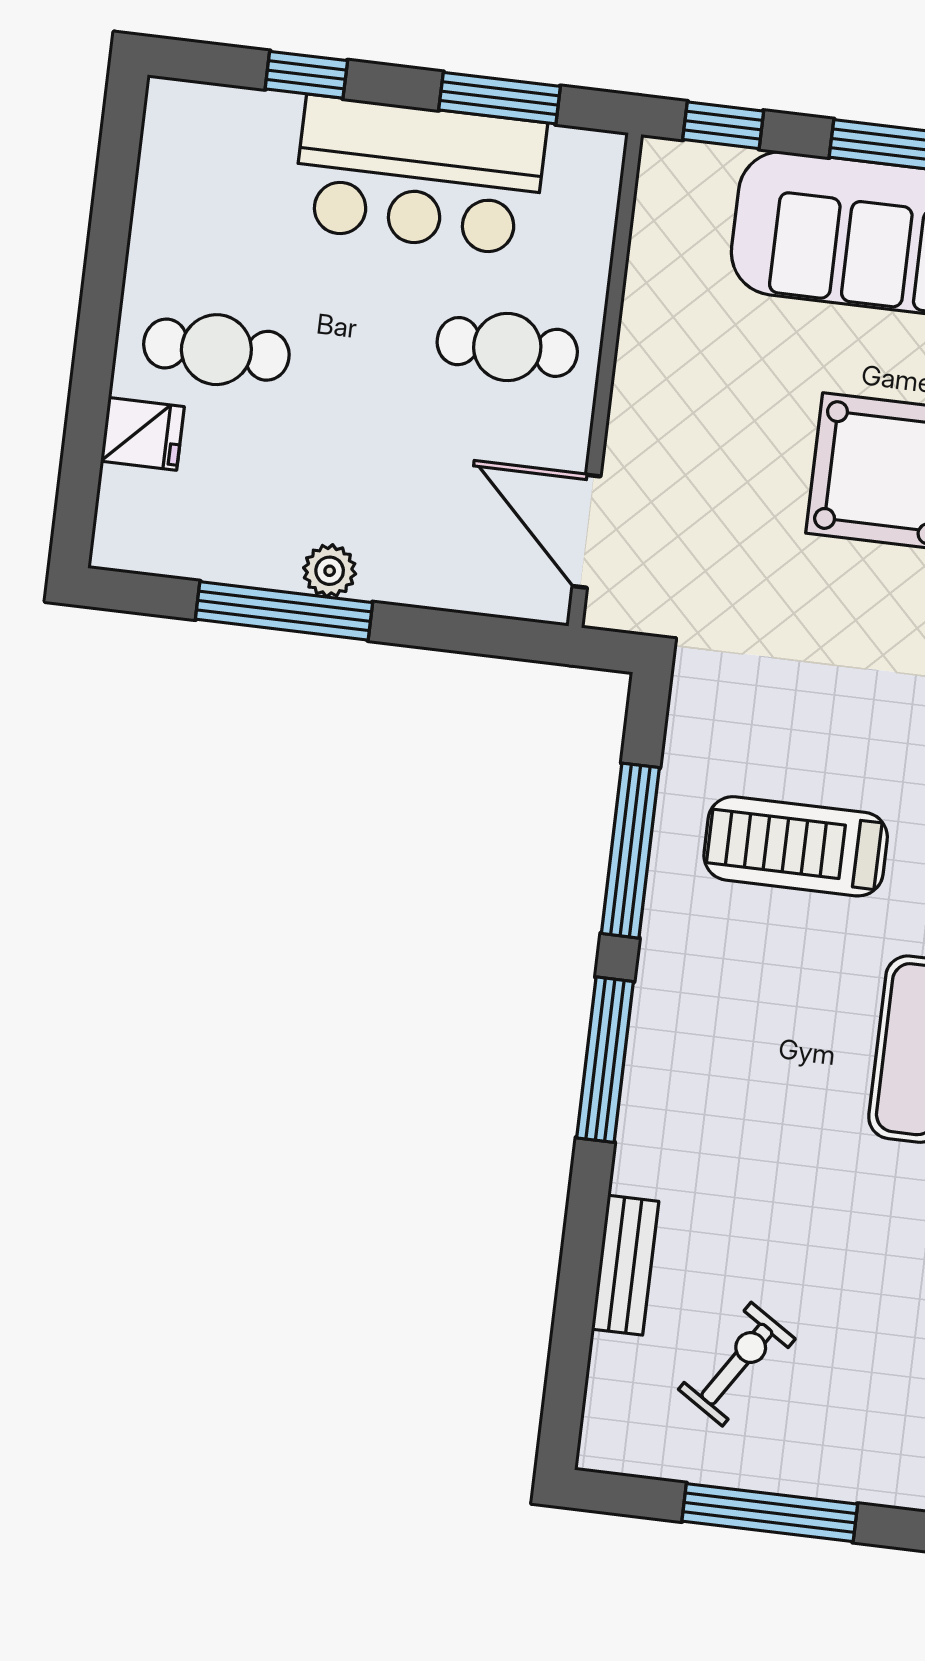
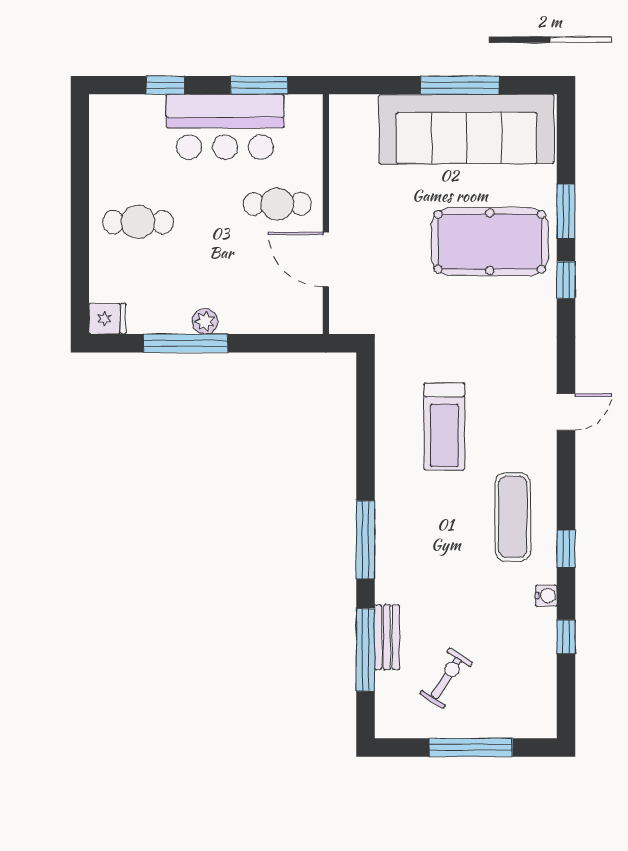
window: (723, 125) -> (368, 85), removed
fridge: (142, 434) -> (107, 319), moved
door: (587, 531) -> (326, 260), moved
treadmill: (796, 846) -> (444, 427), turned -90
window: (630, 851) -> (365, 650), moved

